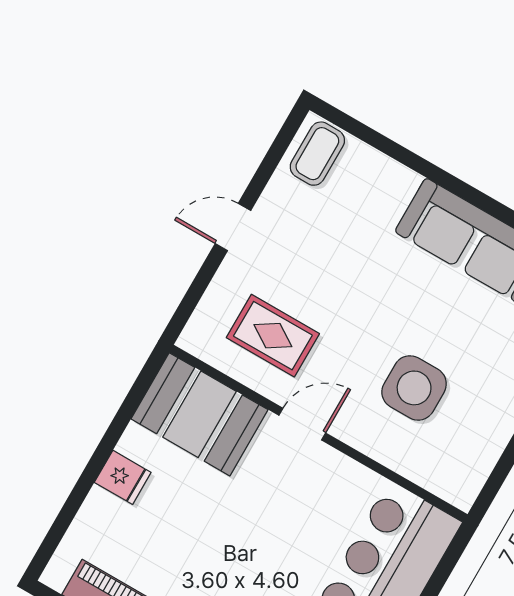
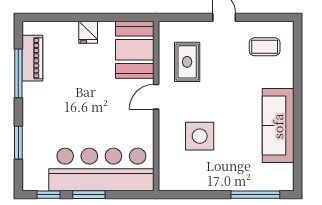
coffee table: (317, 154) -> (265, 47), moved
door: (302, 424) -> (156, 97), swing flipped

